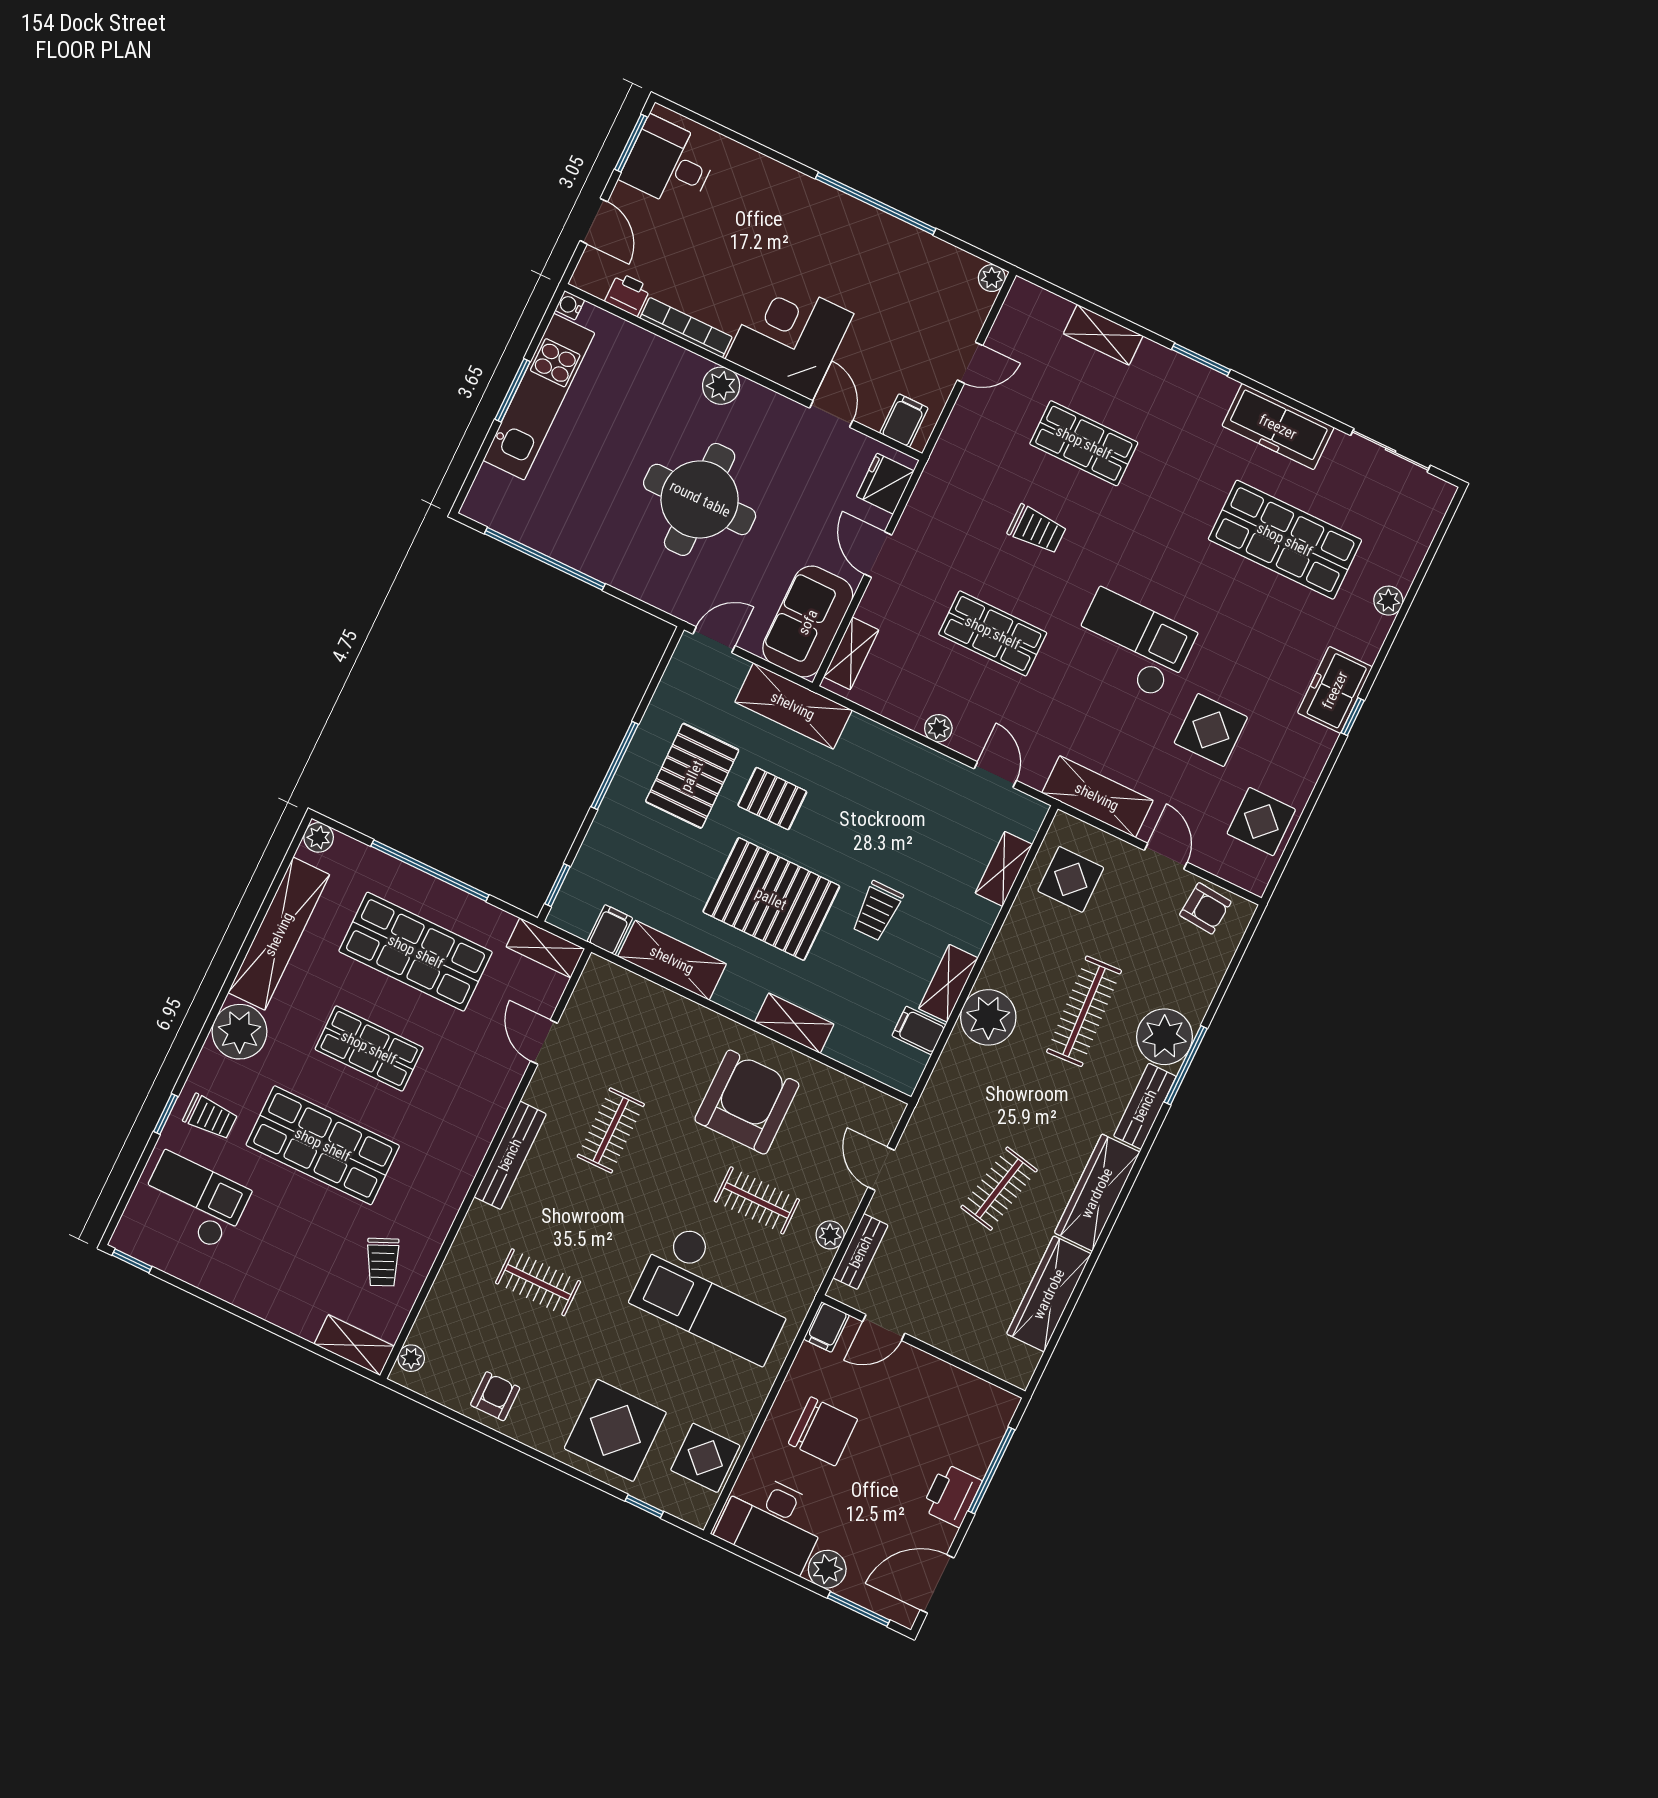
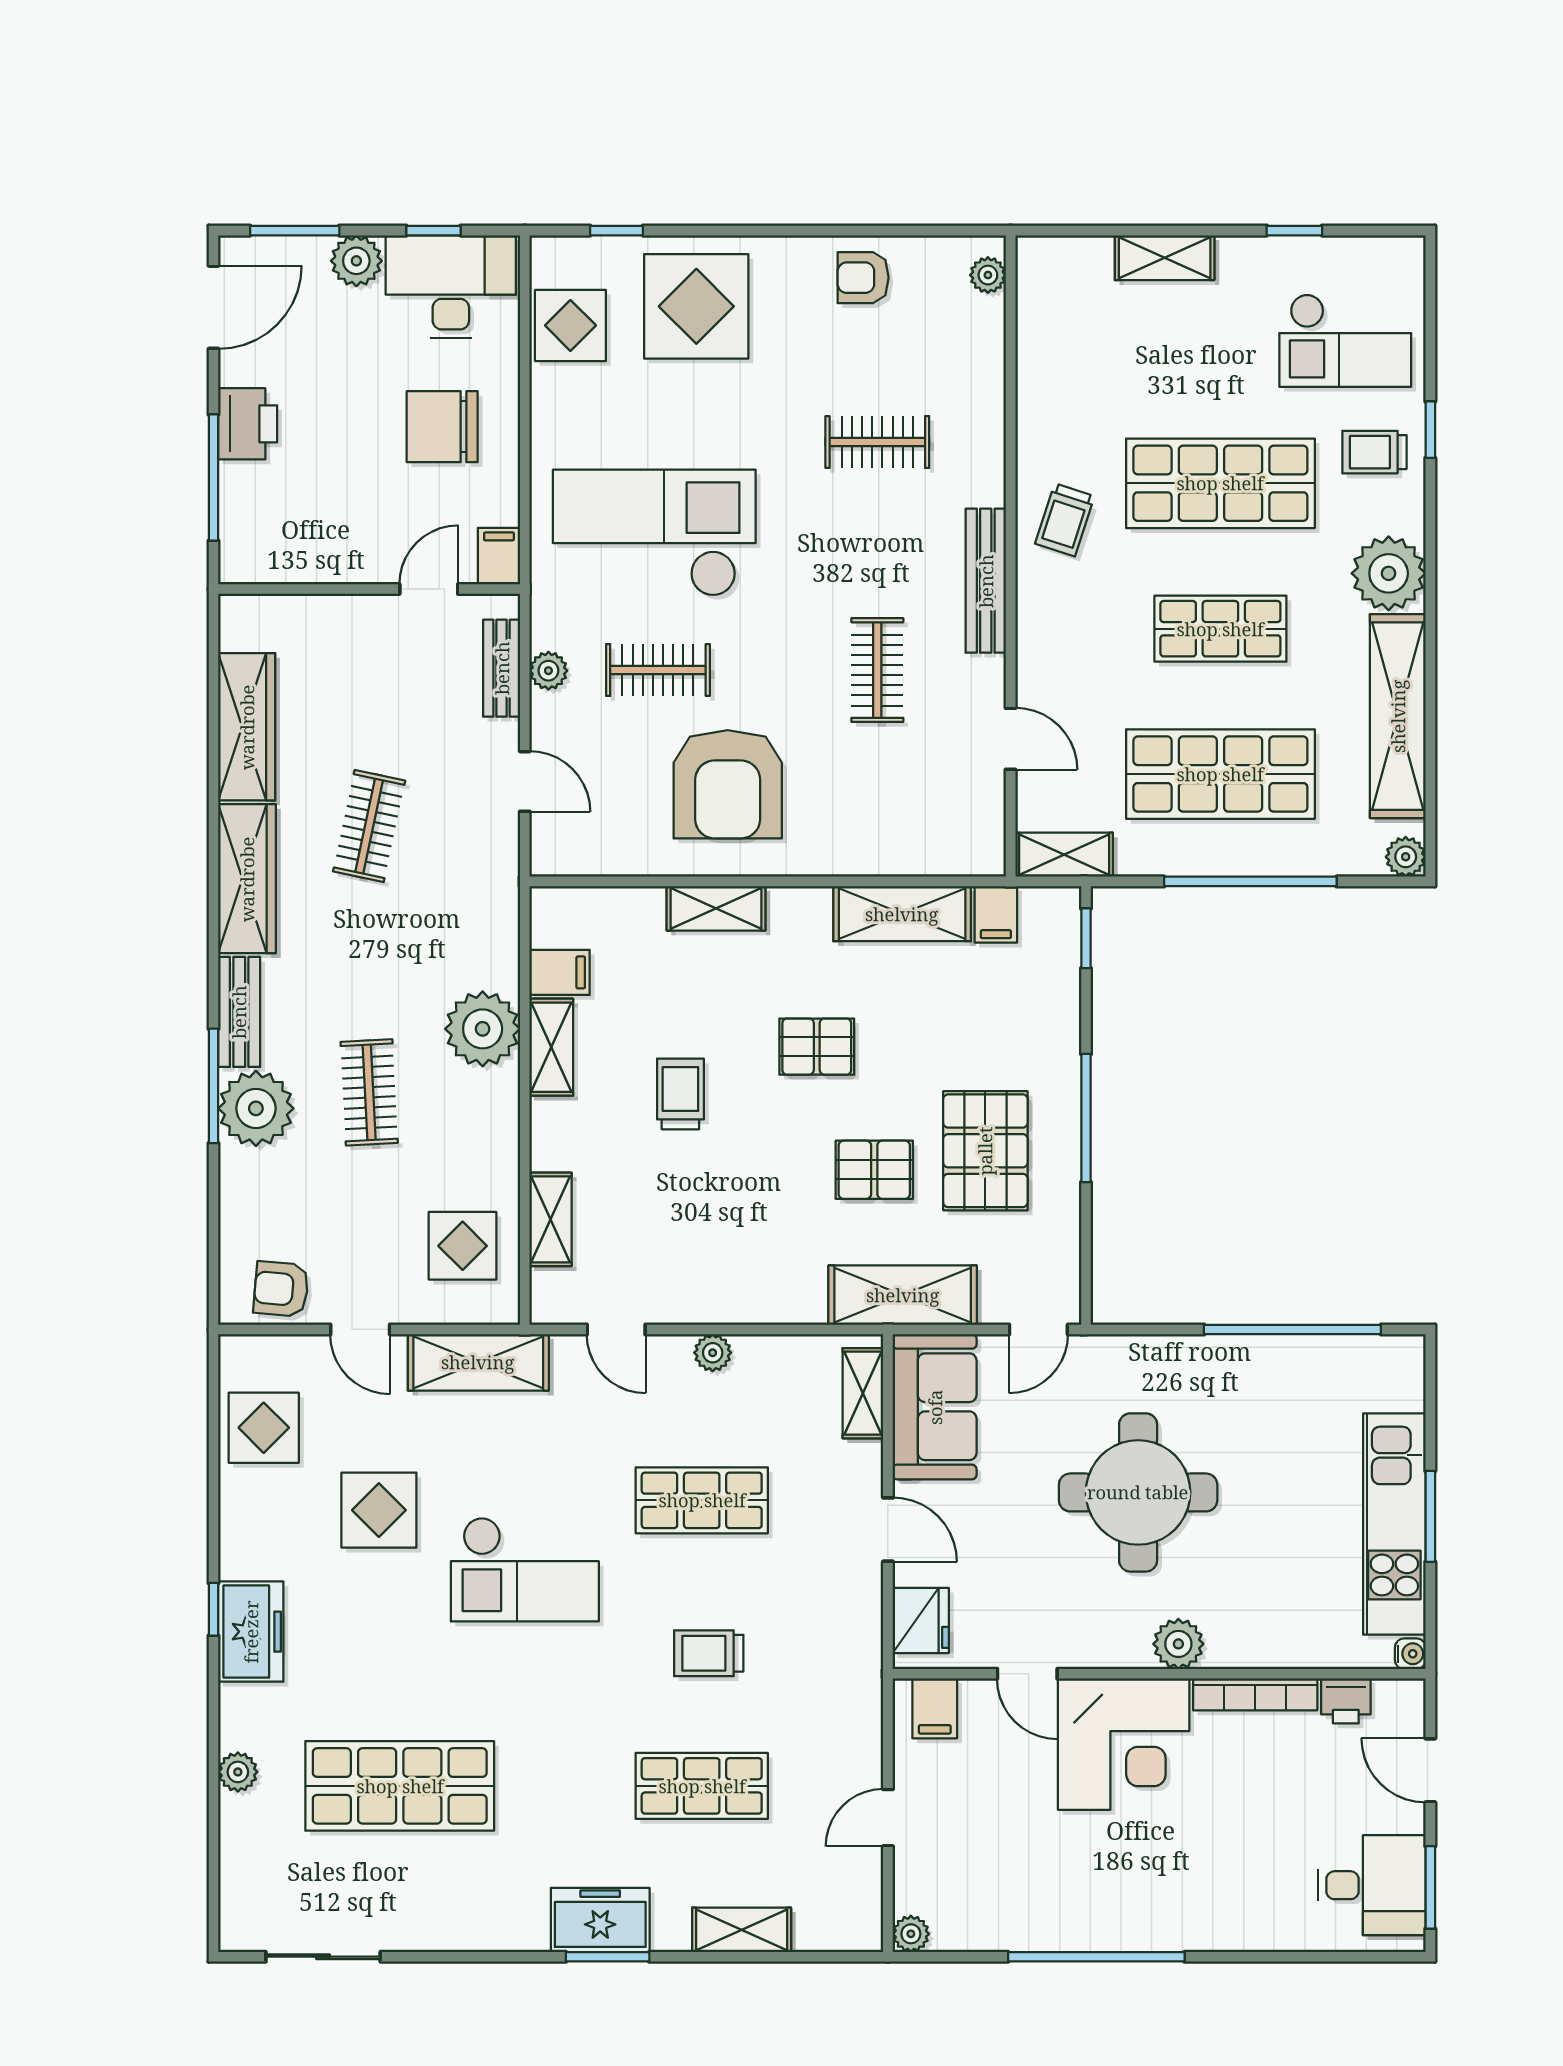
freezer: (1278, 427) -> (600, 1920), moved, width x0.71
pallet: (771, 899) -> (817, 1047), width x0.49, depth x0.50
clothes rail: (1084, 1011) -> (369, 1092), width x0.73
window: (132, 1261) -> (1294, 231), moved
trolley: (383, 1262) -> (1065, 520), moved, turned -138
shelving: (354, 1345) -> (1165, 258), moved
armchair: (495, 1396) -> (863, 278), turned 90
window: (766, 1565) -> (433, 231), added

